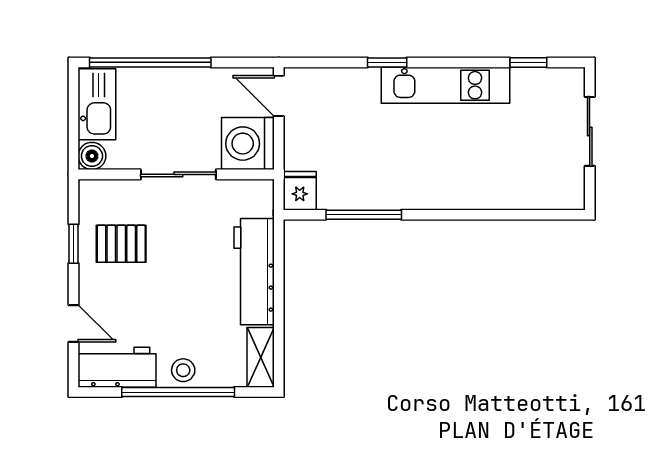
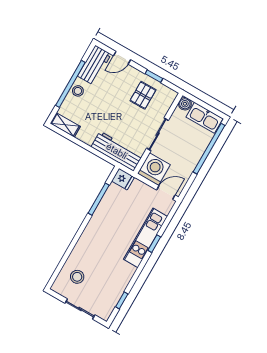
kitchen unit: (445, 85) -> (146, 238), moved
stool: (532, 171) -> (77, 277), added
workbench: (254, 272) -> (117, 151), moved

